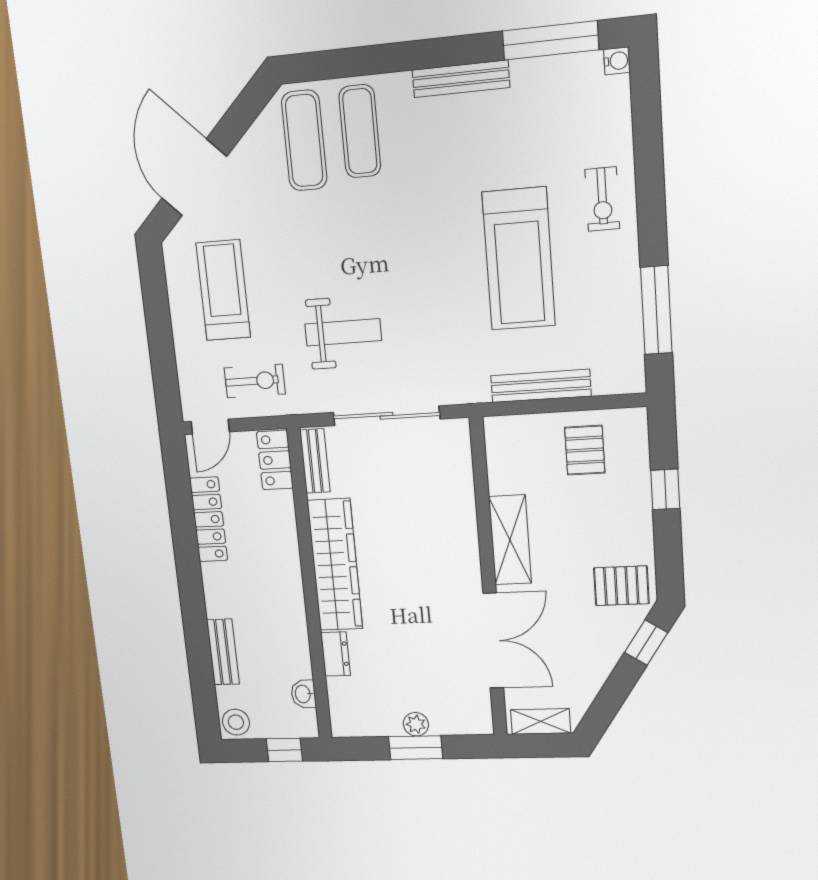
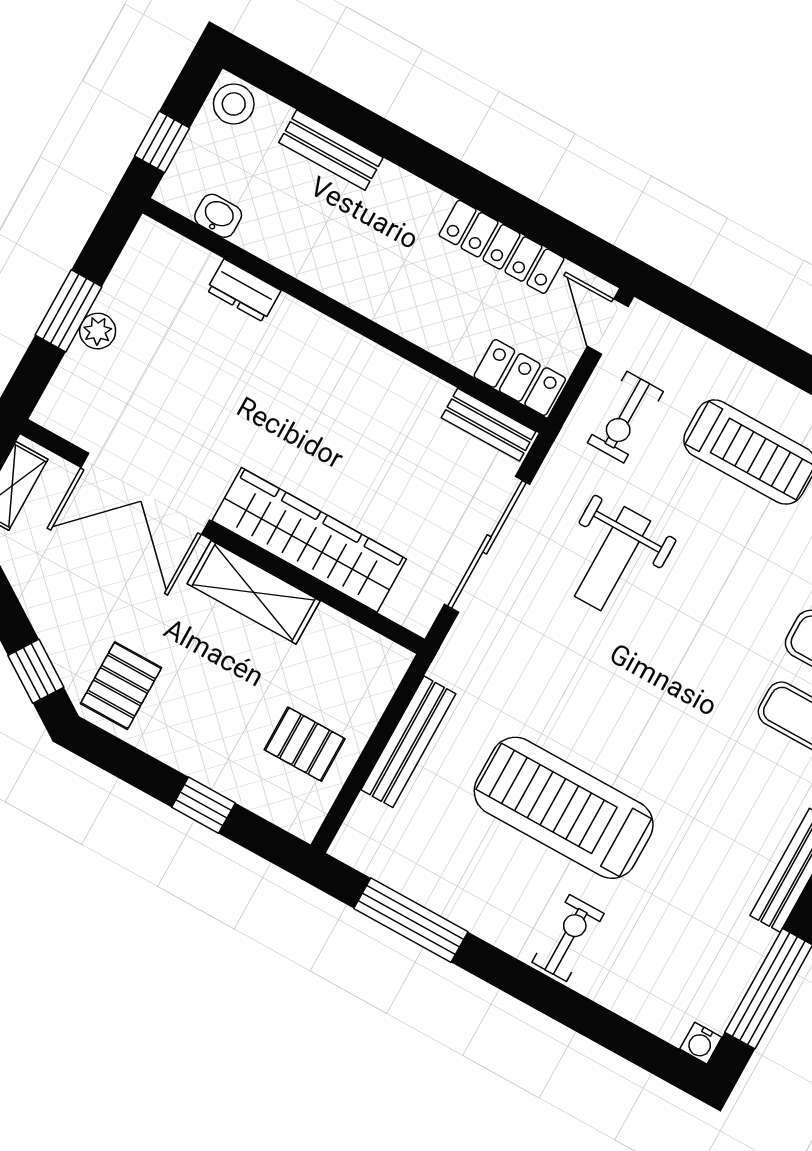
exercise bike: (602, 199) -> (568, 938), turned 90
wardrobe: (335, 565) -> (309, 540), moved, turned 180

